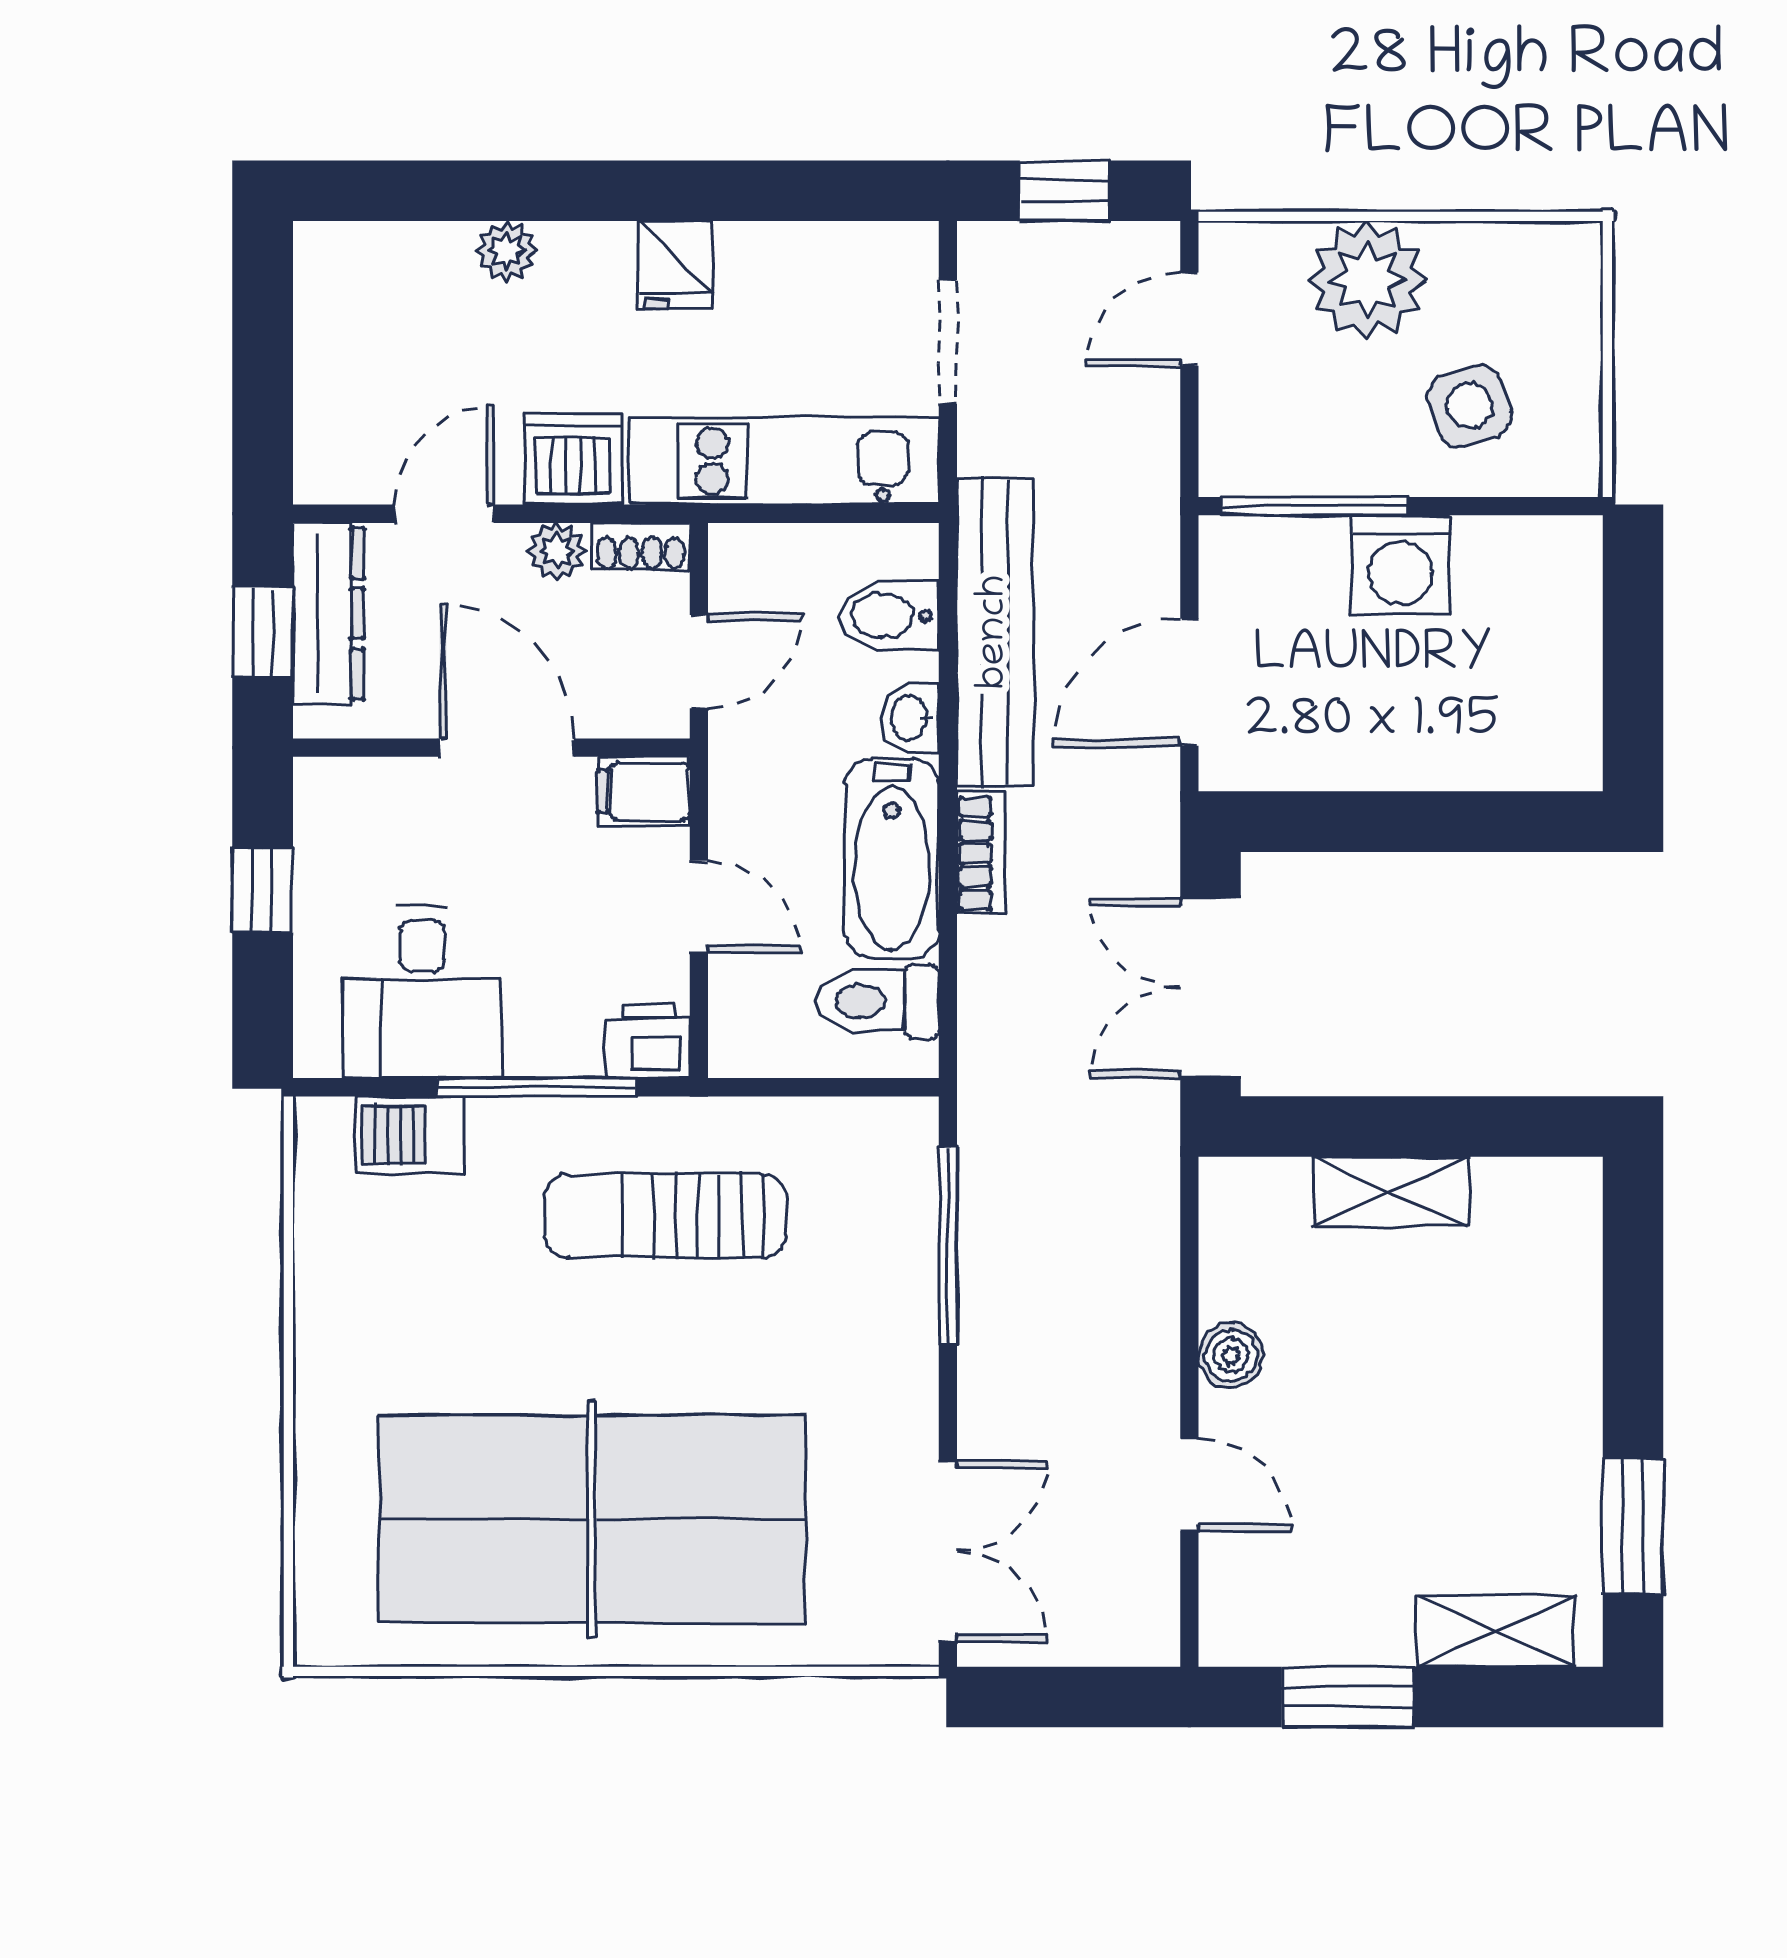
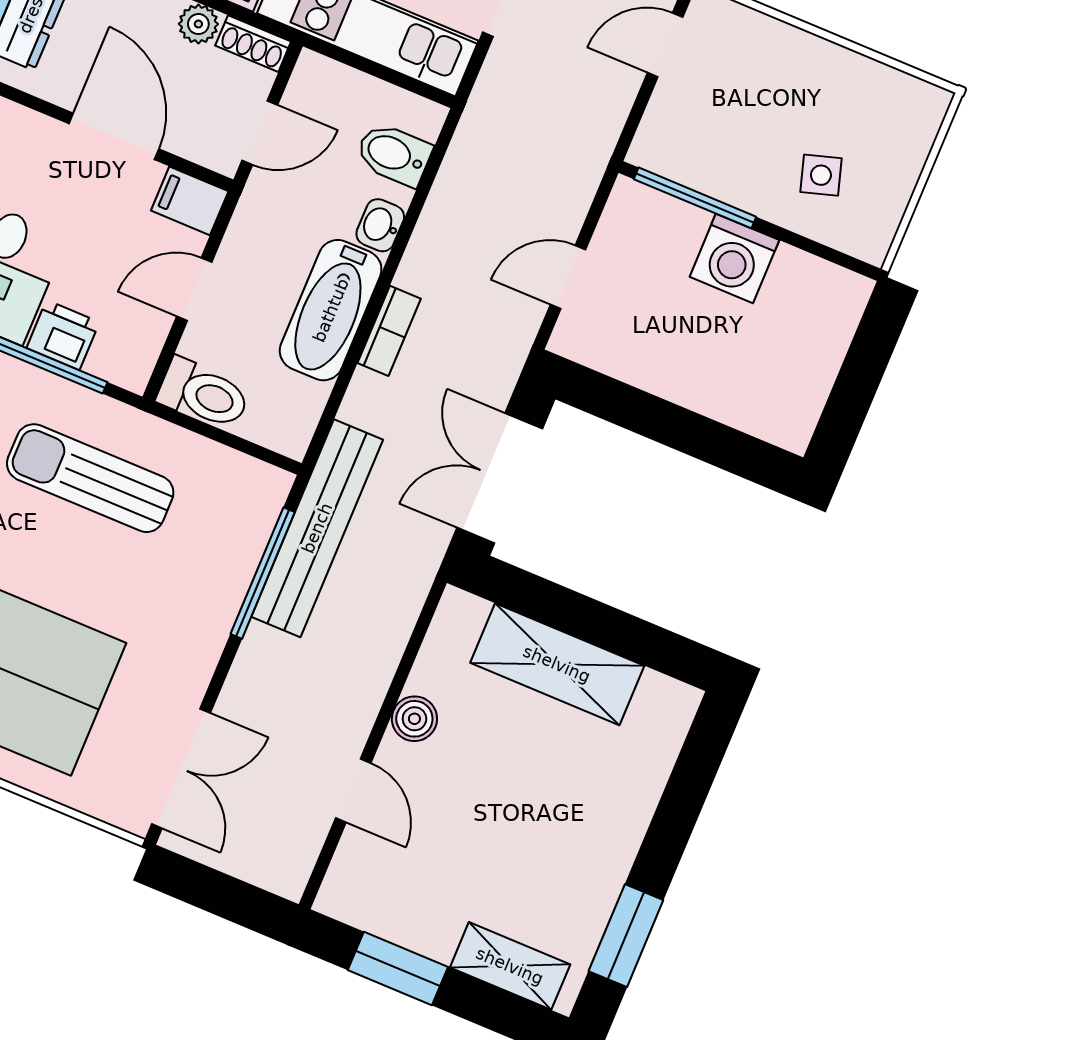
plant: (1367, 280) -> (789, 67), removed
side table: (1469, 406) -> (821, 175), width x0.73, depth x0.73
bench: (995, 632) -> (317, 528), moved
door: (1189, 682) -> (568, 277), width x0.73
door: (699, 906) -> (194, 289), swing flipped
toilet: (877, 1001) -> (204, 394), moved, turned 180
printer: (648, 1040) -> (63, 335), moved
shelving: (1390, 1192) -> (557, 664), width x1.50, depth x1.33

